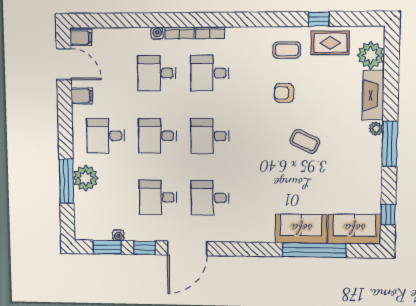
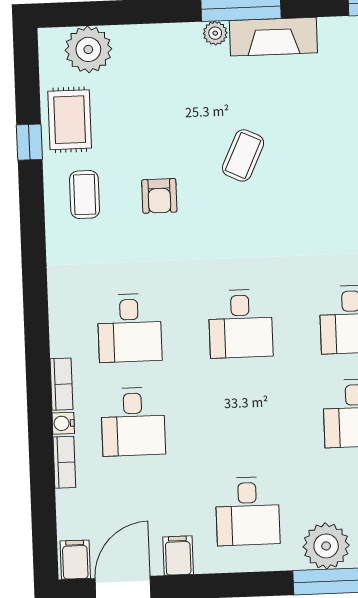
bookcase: (210, 33) -> (64, 462), moved
fireplace: (373, 95) -> (273, 37), moved
desk: (158, 136) -> (244, 417), removed

